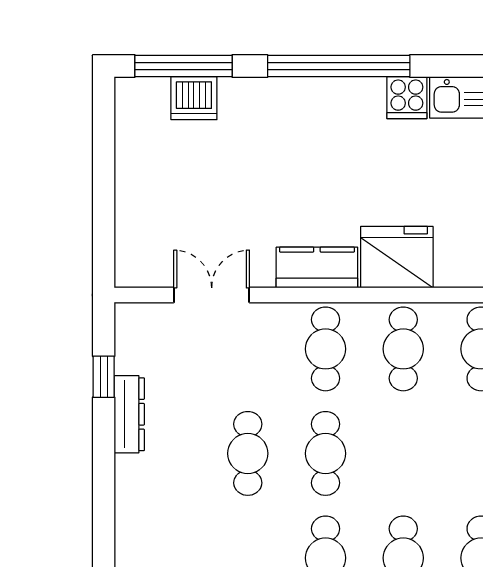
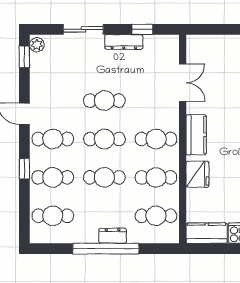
fridge: (397, 257) -> (197, 174), width x0.73, depth x0.75
cafe table: (403, 453) -> (104, 177), added
sliding door: (104, 496) -> (83, 29), added

